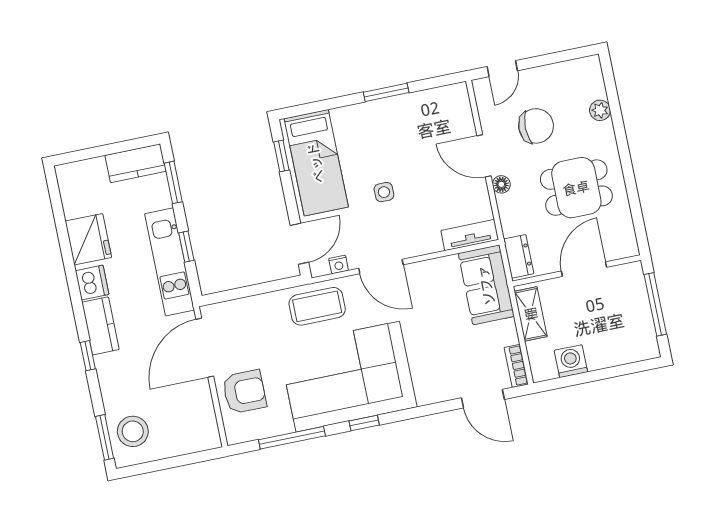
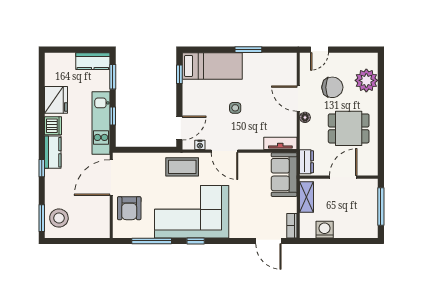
plant: (600, 110) -> (366, 80), width x1.87, depth x1.87
bed: (316, 163) -> (212, 66), moved, turned -90
armchair: (244, 392) -> (129, 208), turned 90

